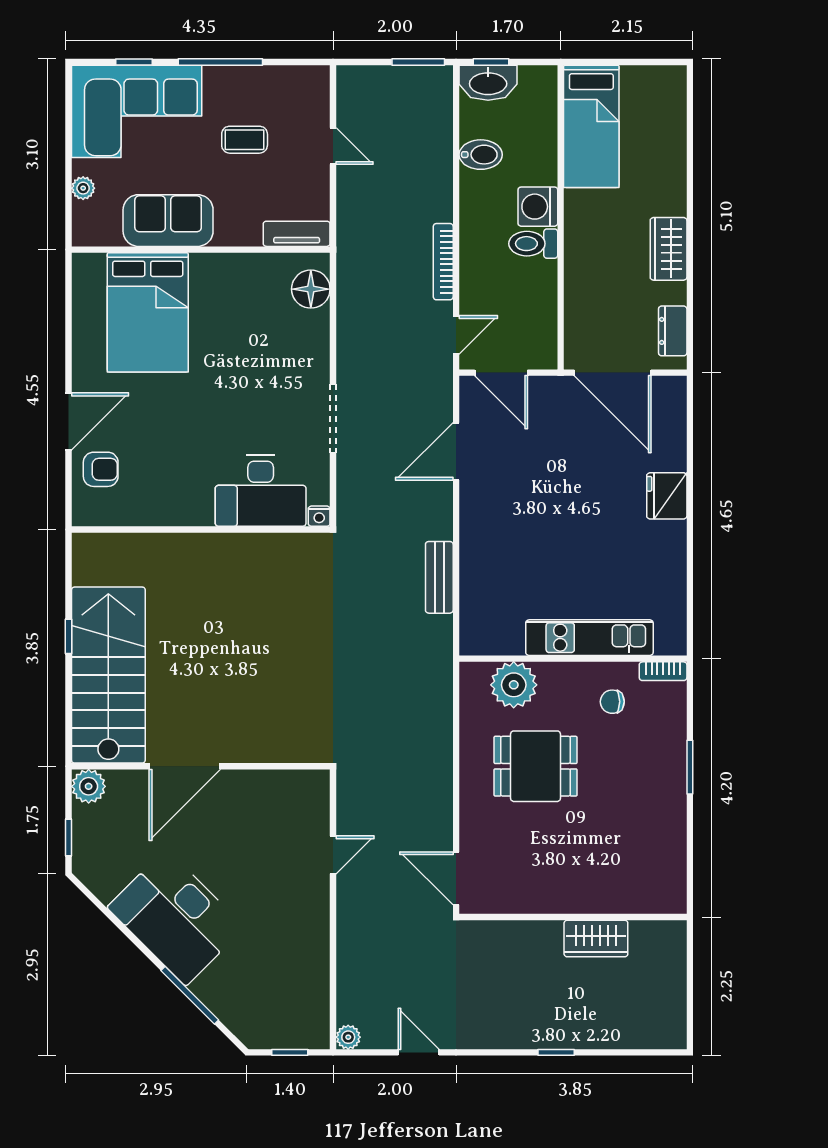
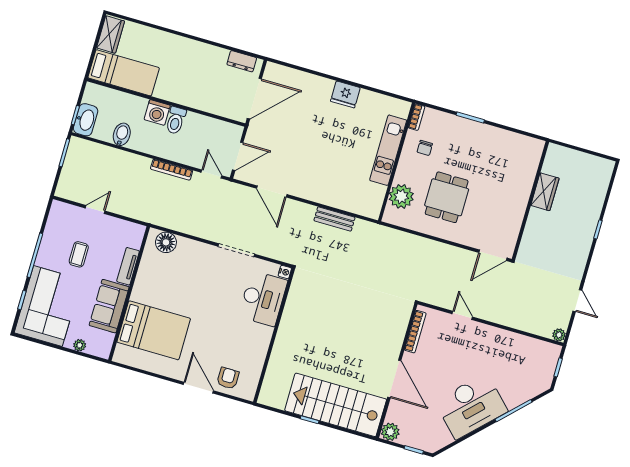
tv unit: (297, 234) -> (128, 266), moved
wardrobe: (669, 249) -> (111, 35), moved, turned -90
fridge: (667, 496) -> (345, 94), moved
bookcase: (280, 779) -> (415, 332), added
door: (419, 1052) -> (577, 301), swing flipped

